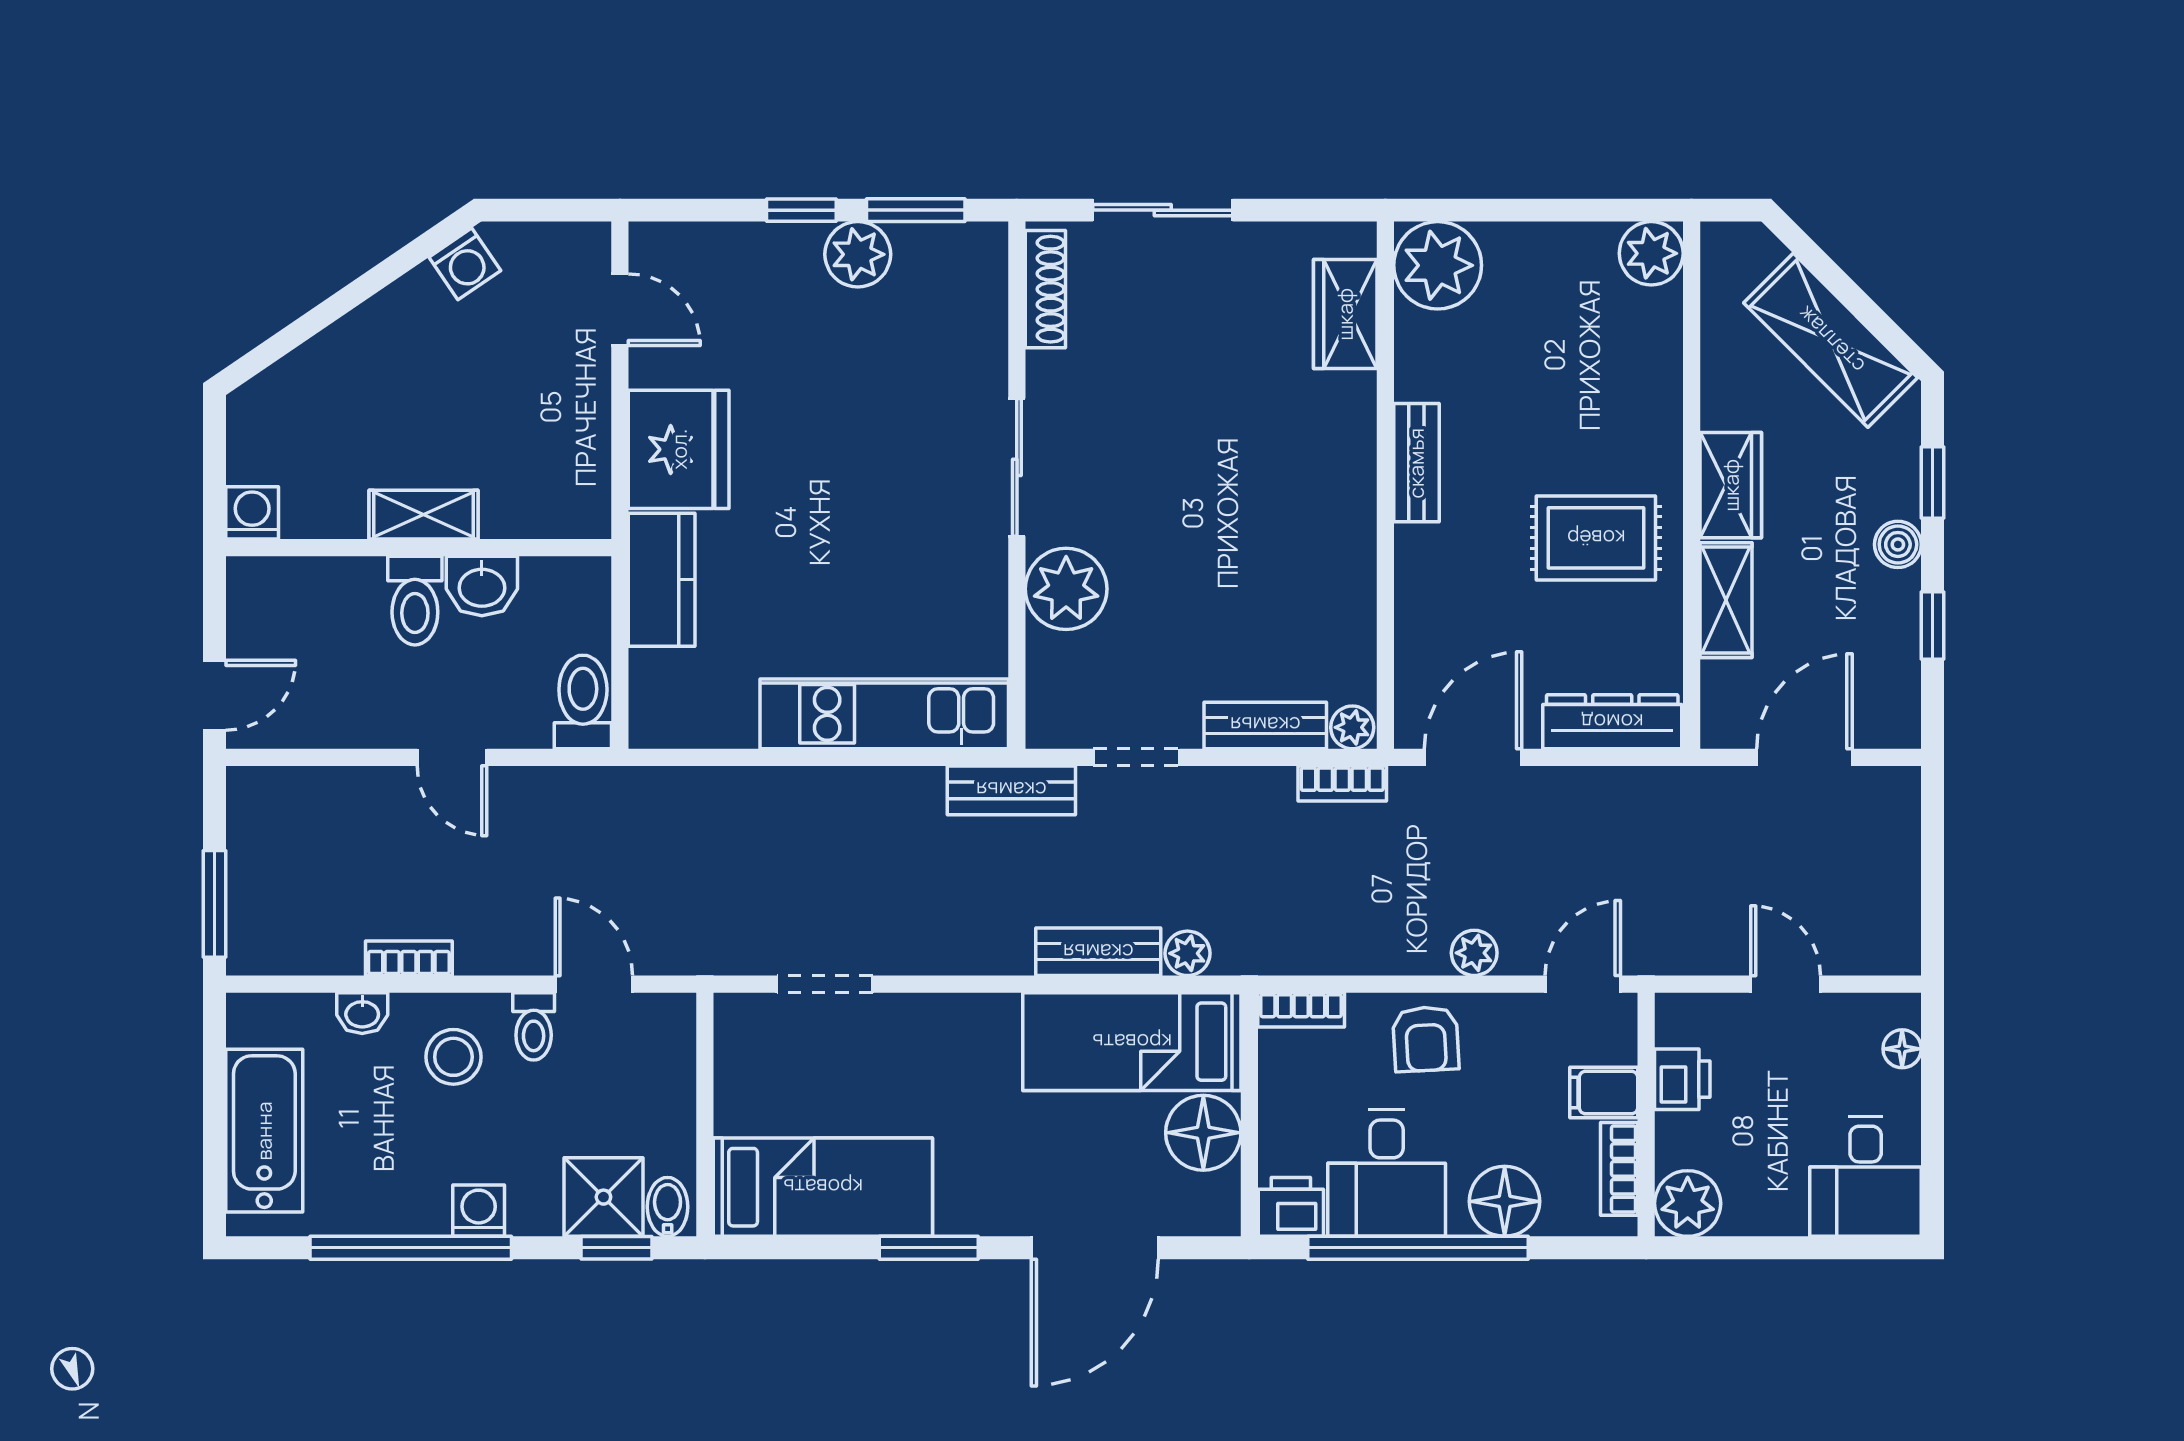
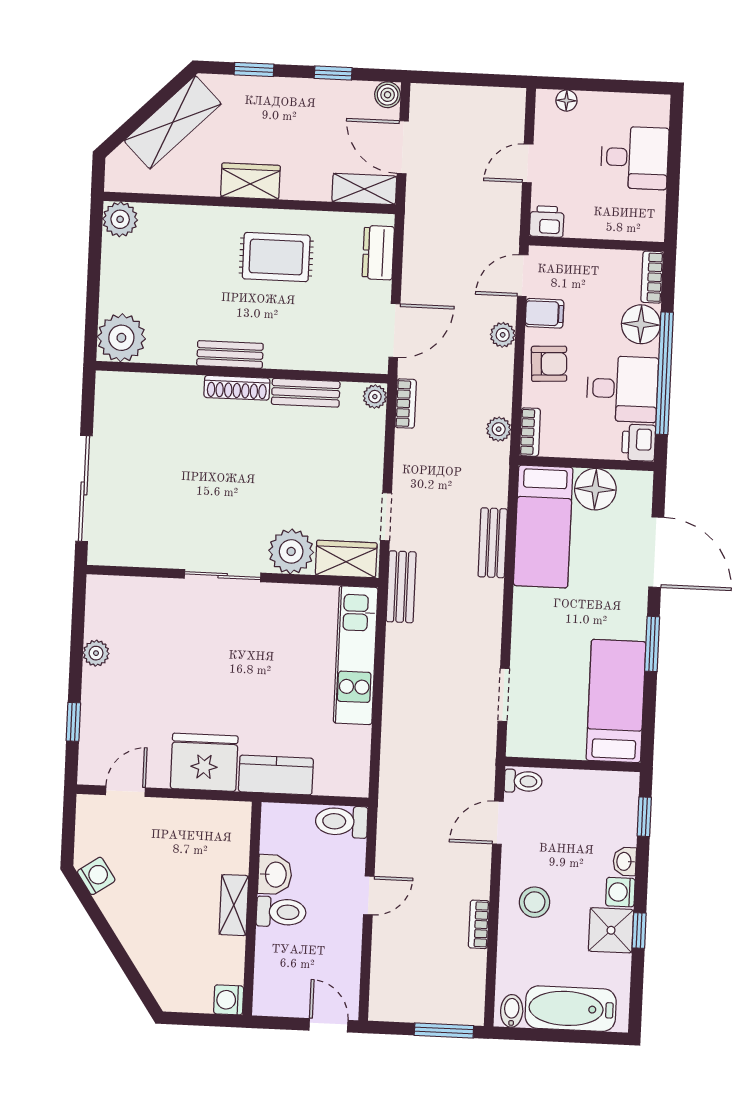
window: (801, 210) -> (73, 722), moved
window: (916, 210) -> (78, 625), removed
sliding door: (1163, 210) -> (84, 488), width x1.37
plant: (858, 254) -> (96, 653), width x0.73, depth x0.73
shoe rack: (1045, 289) -> (237, 388), moved, turned 180
wardrobe: (1345, 314) -> (346, 559), moved, turned 180
rug: (1596, 538) -> (276, 257), turned 90
boiler: (1898, 544) -> (388, 95), moved
shelving: (1726, 600) -> (364, 189), moved
dresser: (1612, 722) -> (378, 253), width x0.70
bench: (1265, 725) -> (306, 393), moved, turned 90
door: (1473, 757) -> (394, 331), swing flipped
plant: (1187, 953) -> (499, 429), moved
door: (1583, 984) -> (523, 276), hinge flipped
washbasin: (362, 1013) -> (625, 861), moved, turned 180
toilet: (534, 1026) -> (523, 781), moved
printer: (1682, 1079) -> (547, 221), moved
filing cabinet: (1604, 1093) -> (544, 313), moved, turned -90
bookcase: (1619, 1169) -> (652, 277), moved, turned 90
desk: (1866, 1176) -> (635, 158), moved
shower: (603, 1197) -> (611, 930), moved
plant: (1688, 1203) -> (647, 223), removed
bidet: (668, 1207) -> (512, 1011), moved, turned 90
window: (411, 1248) -> (639, 931), width x0.32

